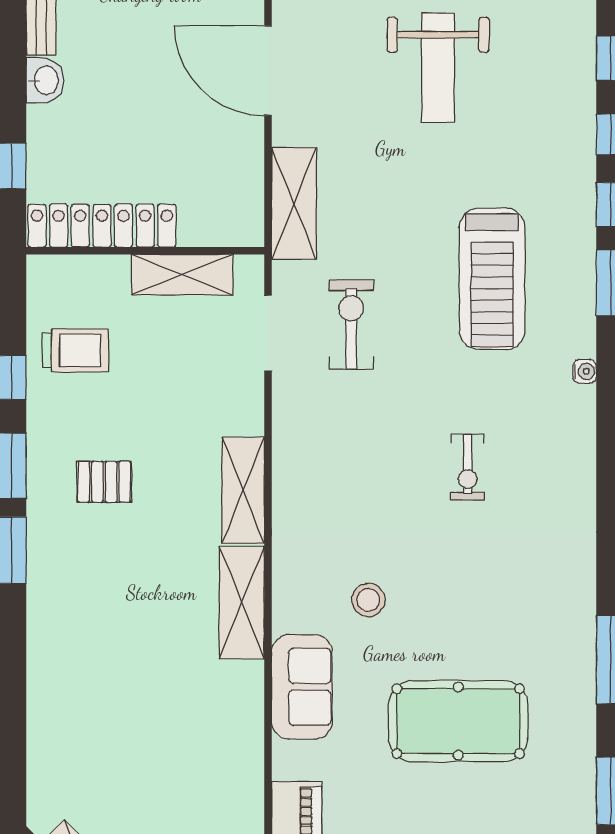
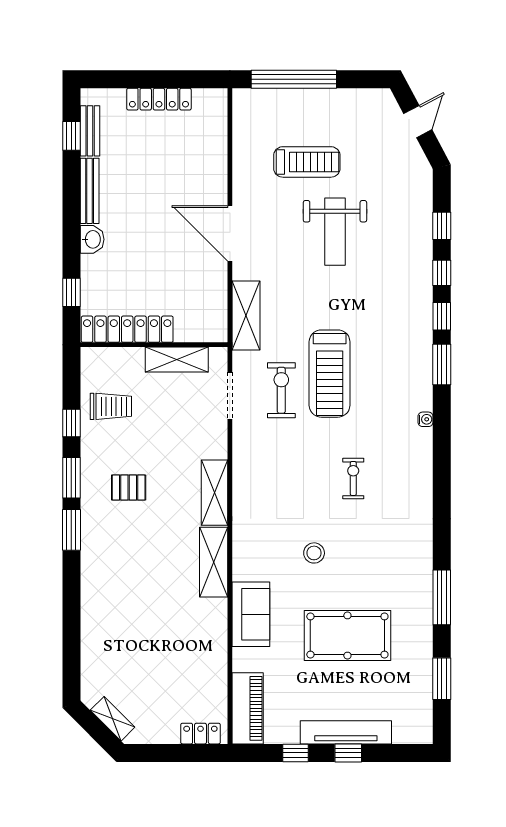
treadmill: (492, 279) -> (330, 374), moved
exercise bike: (468, 467) -> (353, 479), turned 180
stool: (368, 600) -> (314, 553), moved

